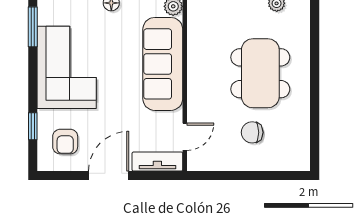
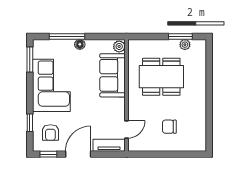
sofa: (163, 64) -> (113, 75), width x0.73
dining table: (260, 73) -> (161, 77), moved, turned 90
window: (62, 176) -> (48, 154), added

